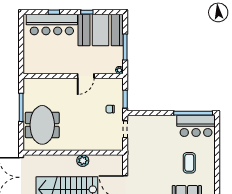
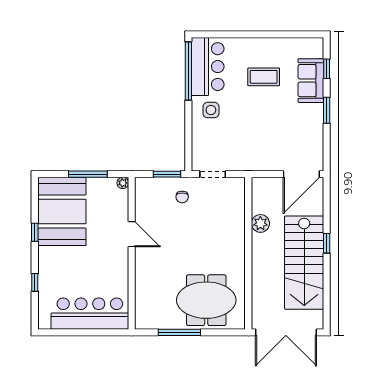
bar counter: (52, 24) -> (90, 314), moved, turned -90
side table: (167, 128) -> (211, 110), added
plant: (83, 161) -> (260, 223), moved

